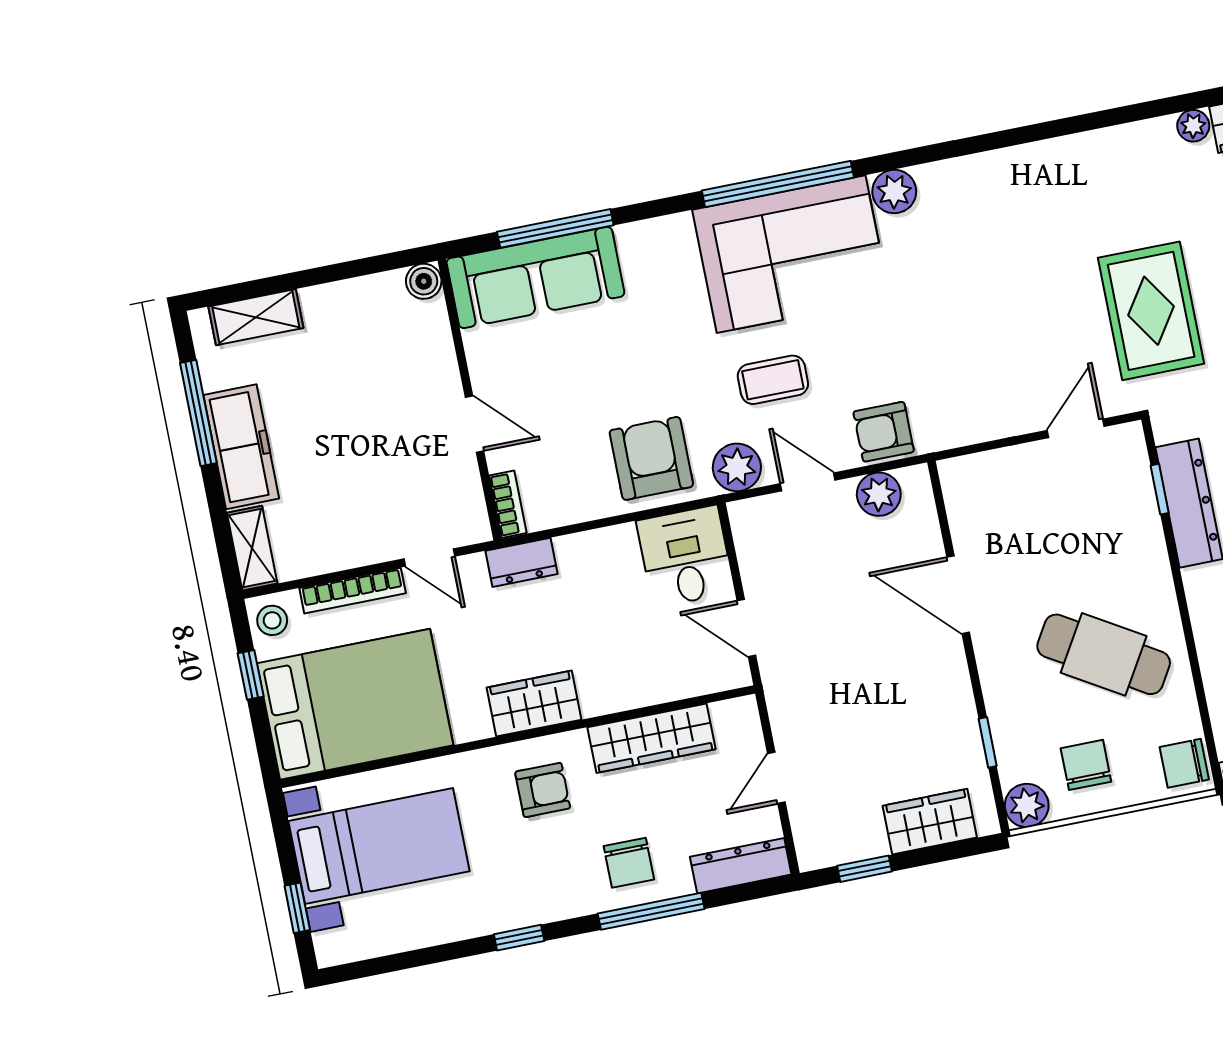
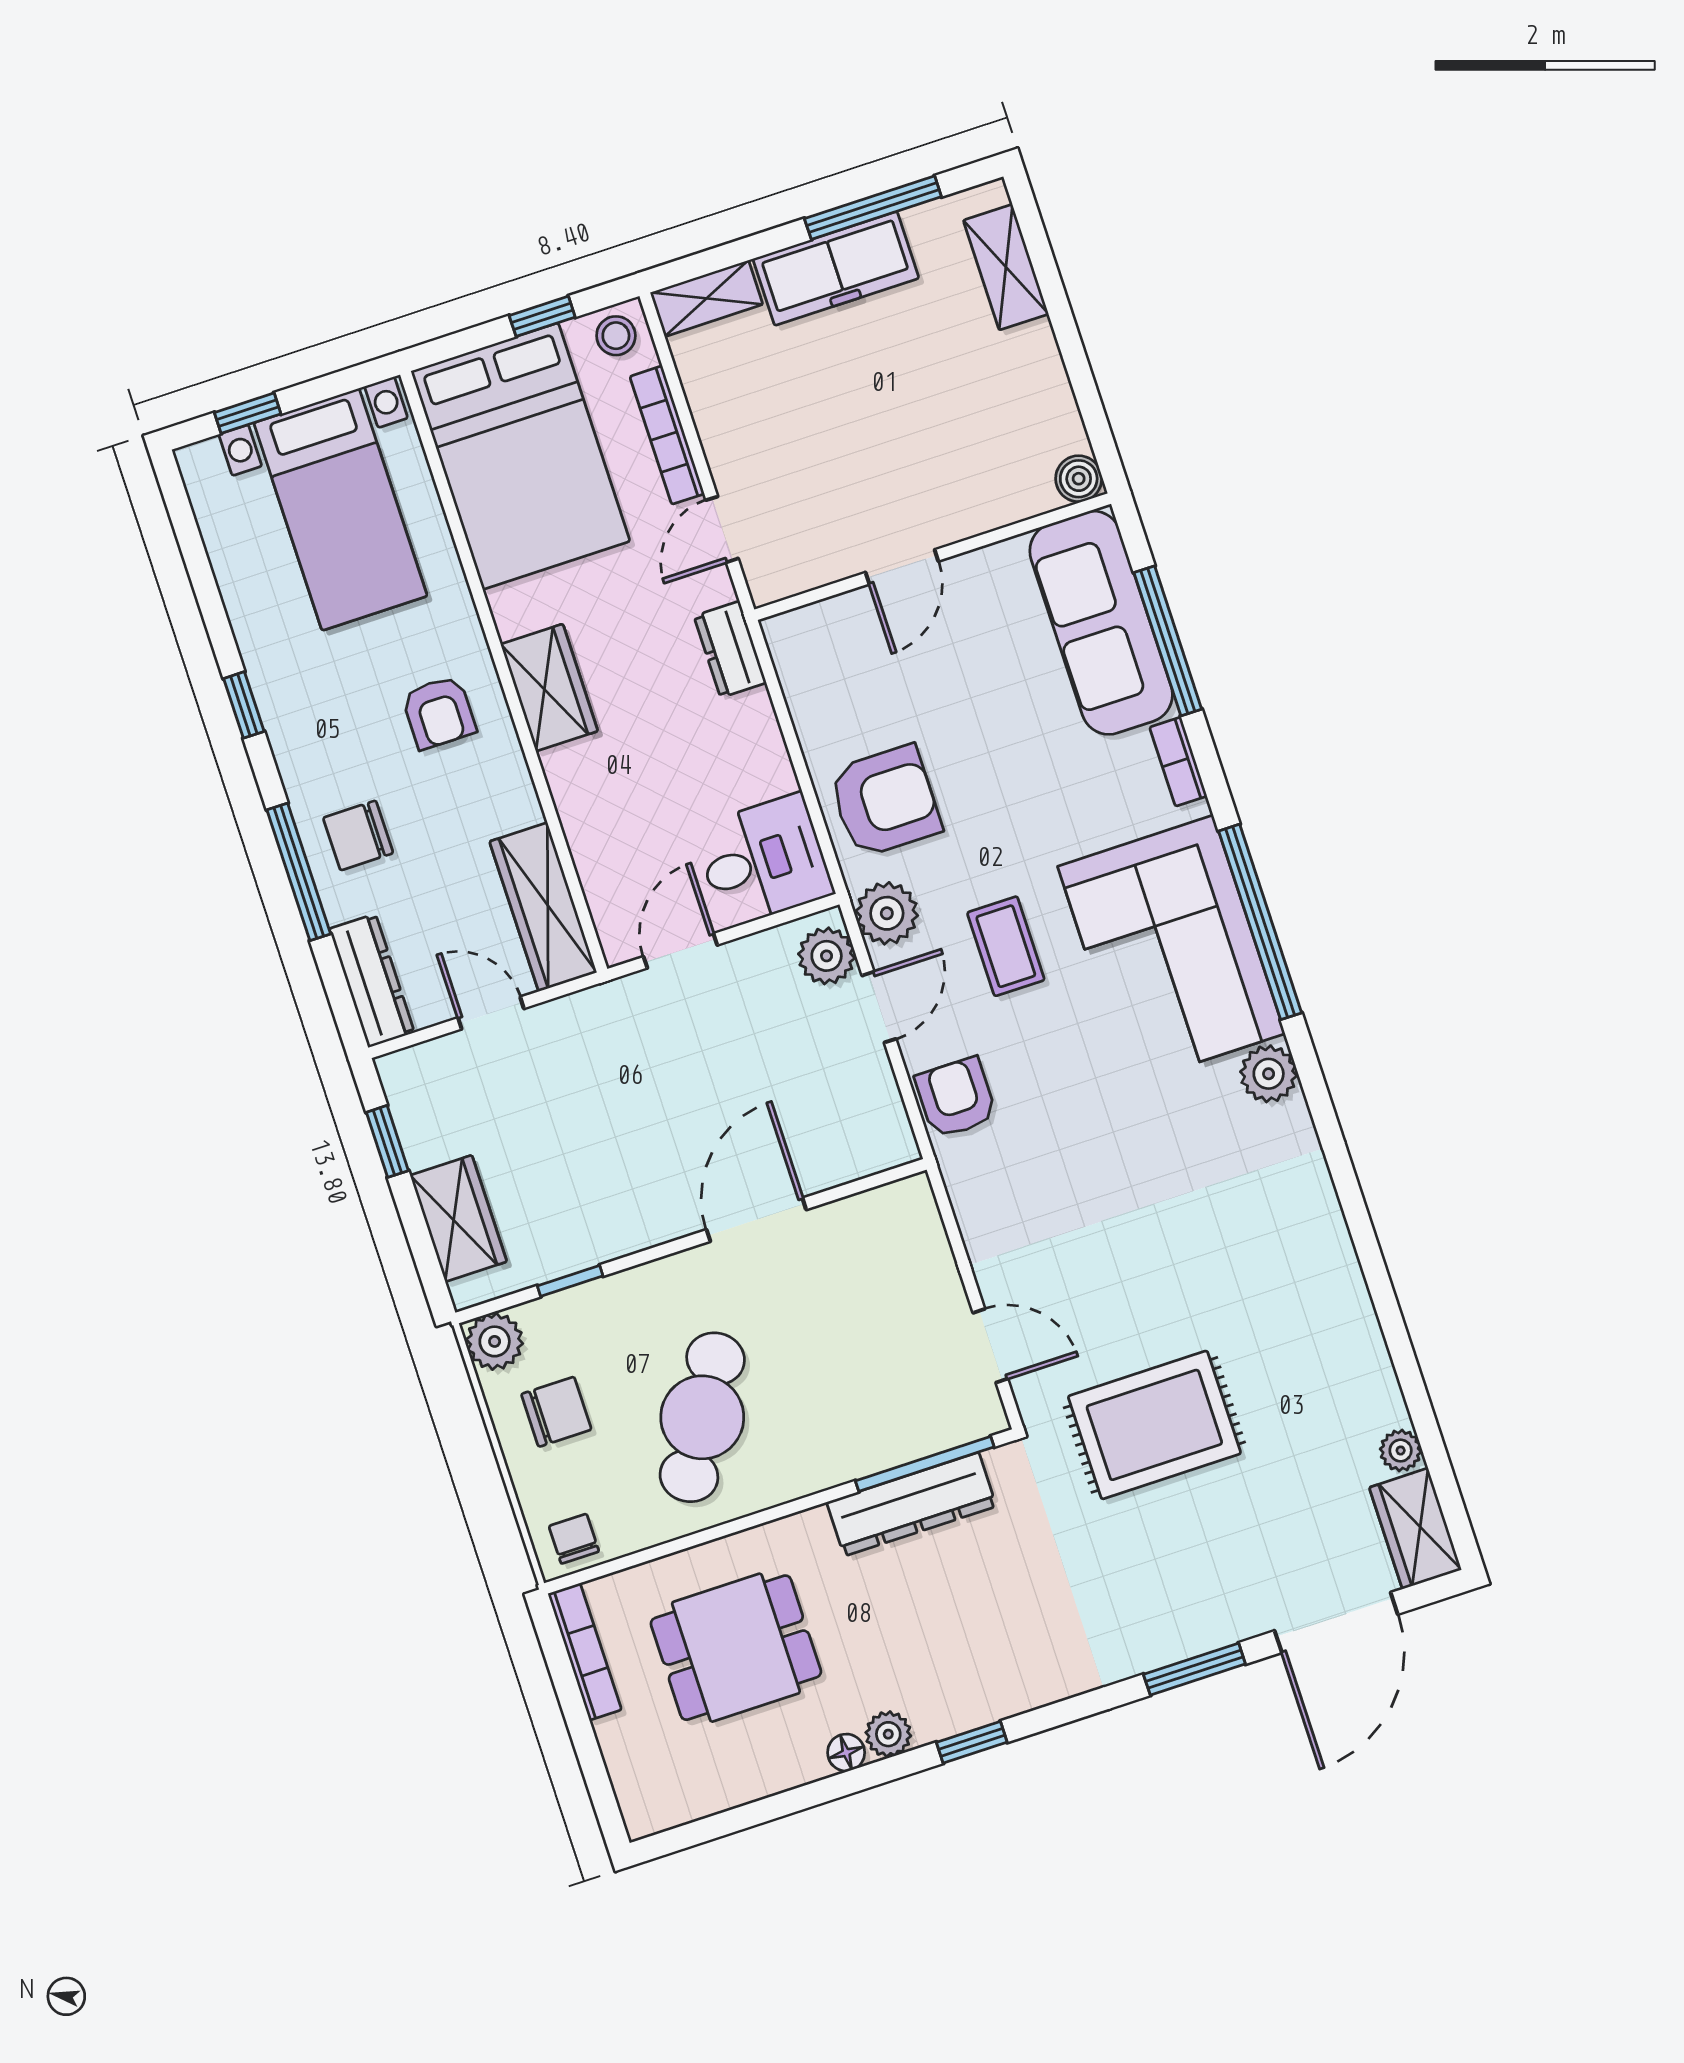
window: (1160, 489) -> (925, 1464), width x2.17
plant: (879, 494) -> (827, 956), moved
bookcase: (508, 504) -> (1178, 762), moved, turned 90
wardrobe: (652, 738) -> (543, 907), moved
chair: (1184, 763) -> (574, 1539), width x0.73, depth x0.73

